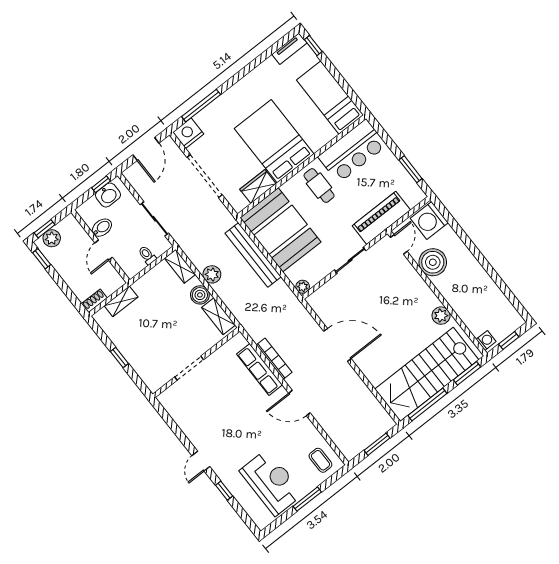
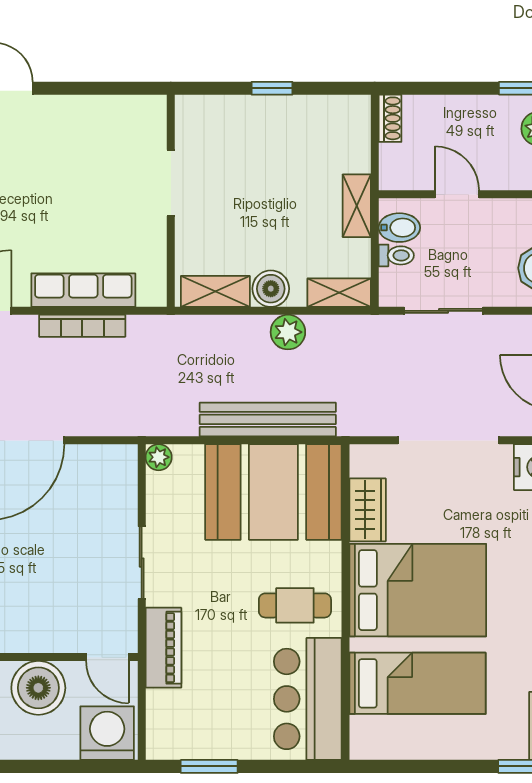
bed: (330, 98) -> (418, 683), moved
piano: (381, 218) -> (163, 648), width x0.73, depth x0.75
bidet: (102, 228) -> (399, 228), moved, turned -90
shelving: (121, 301) -> (357, 206), moved

